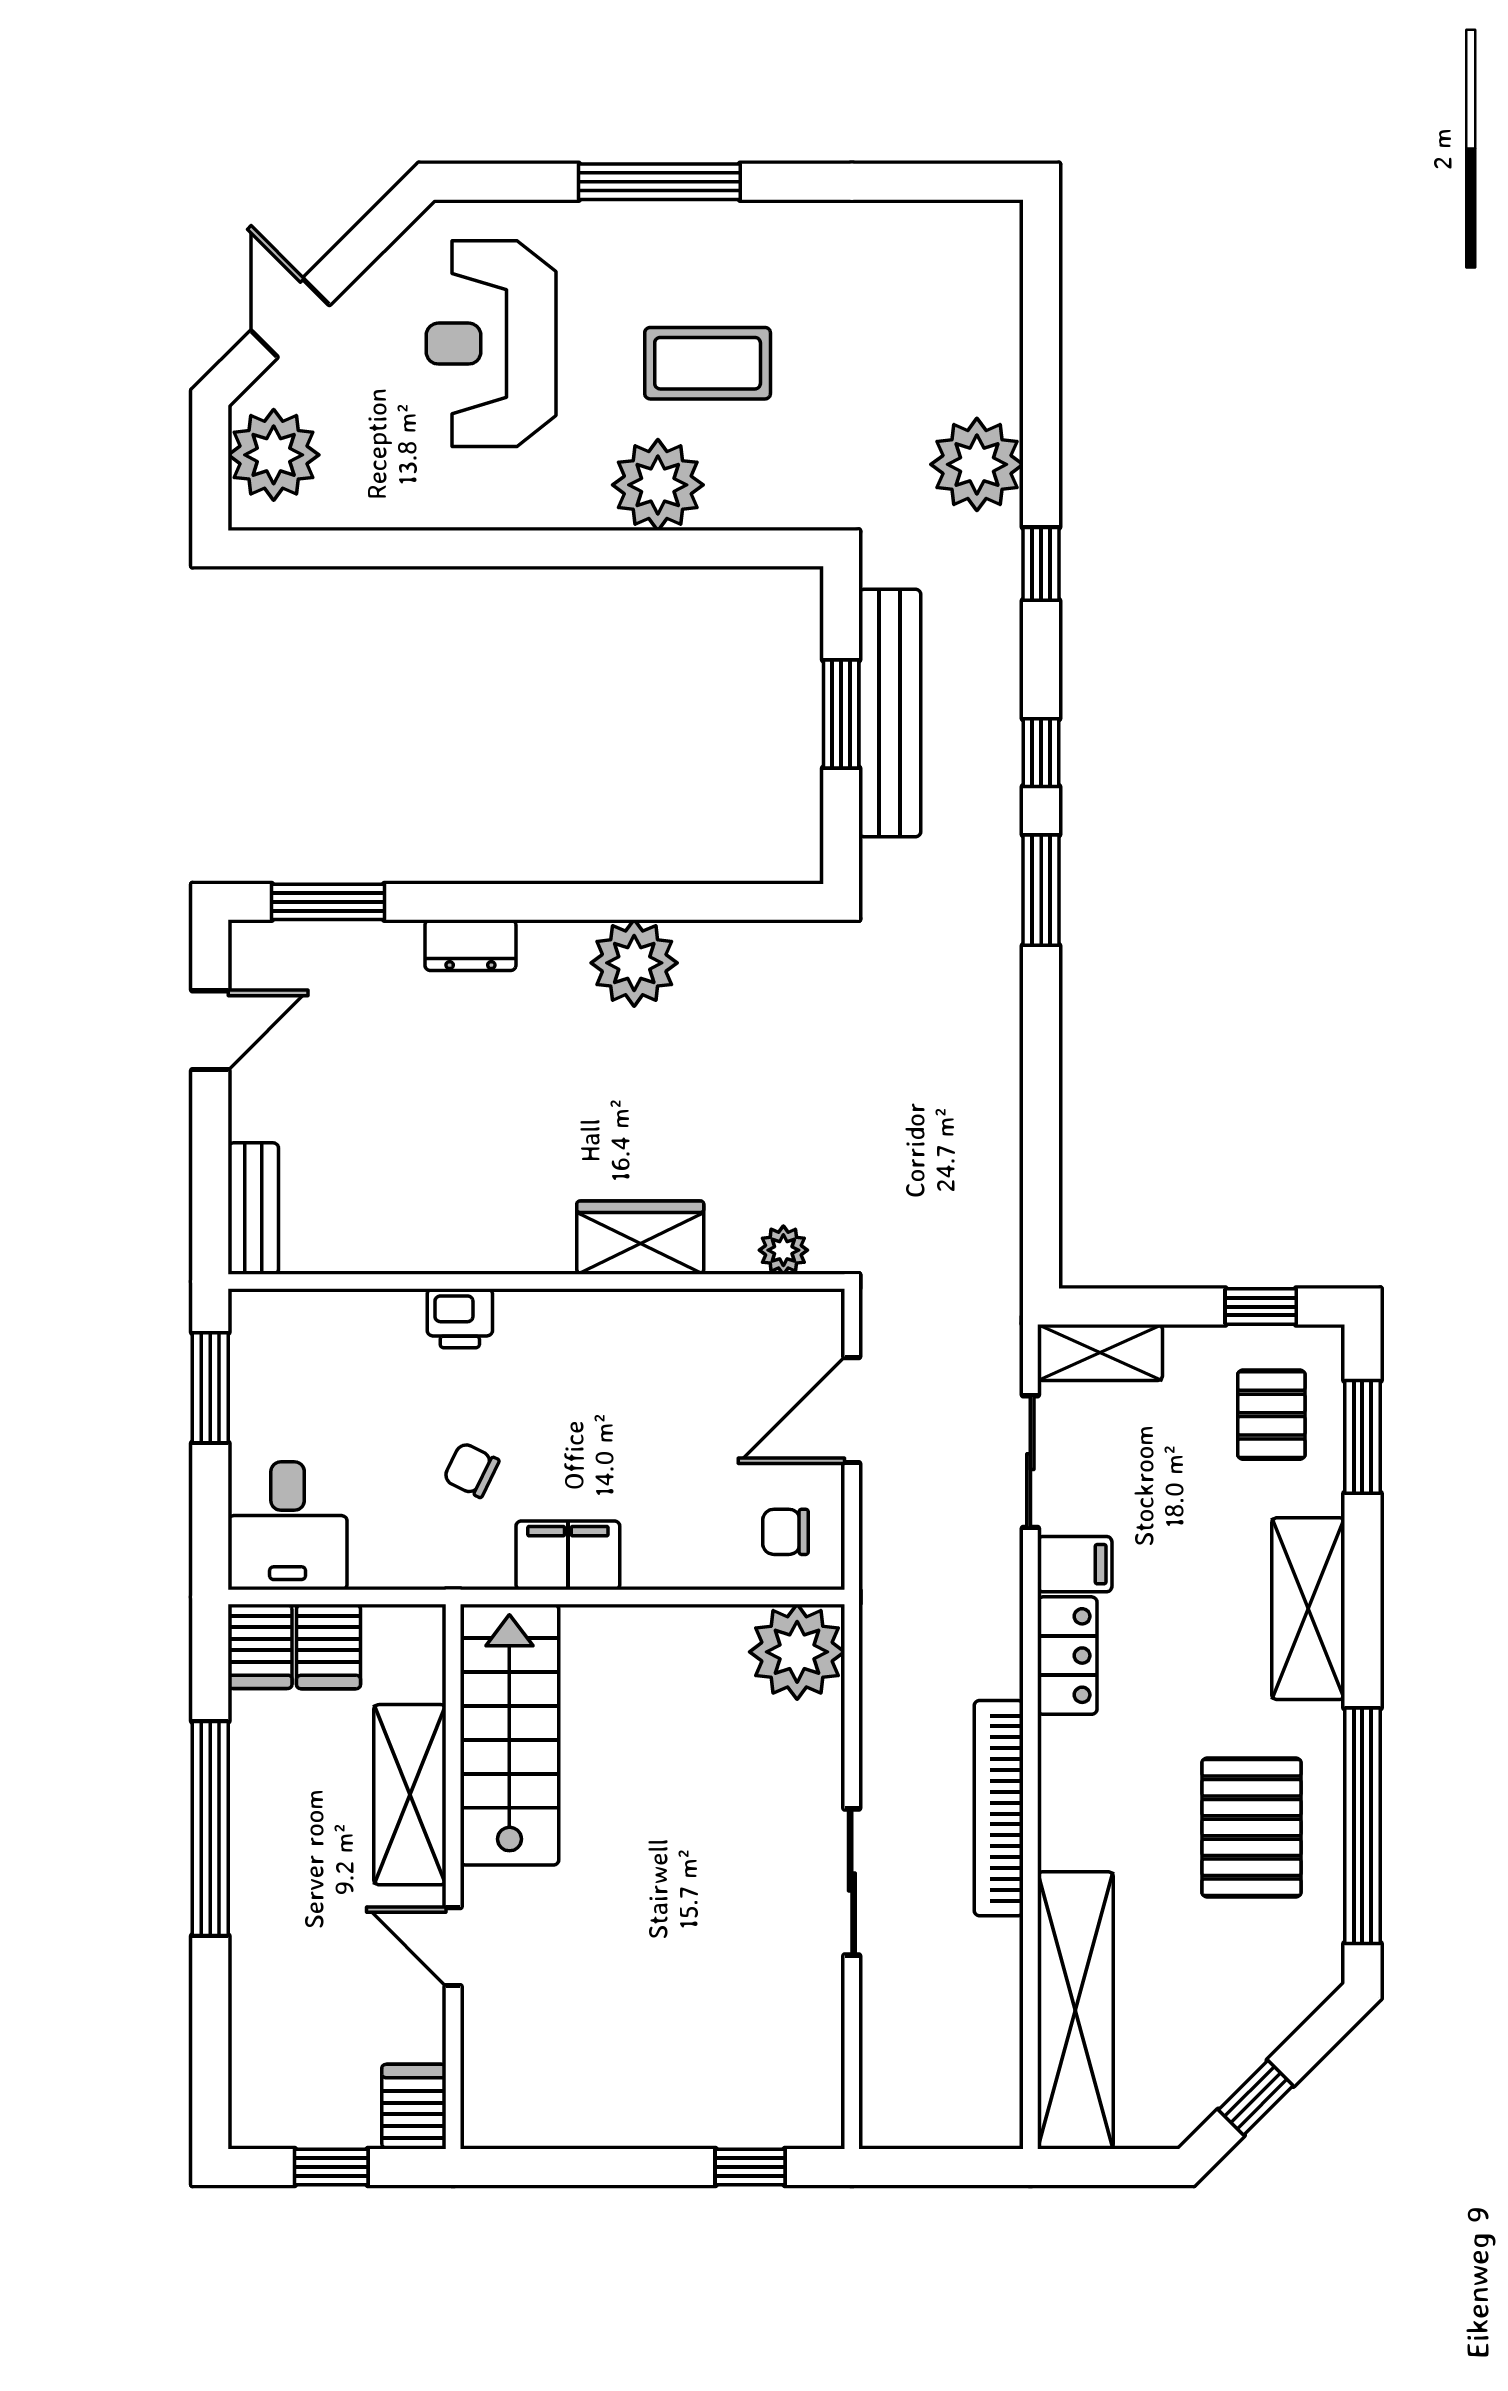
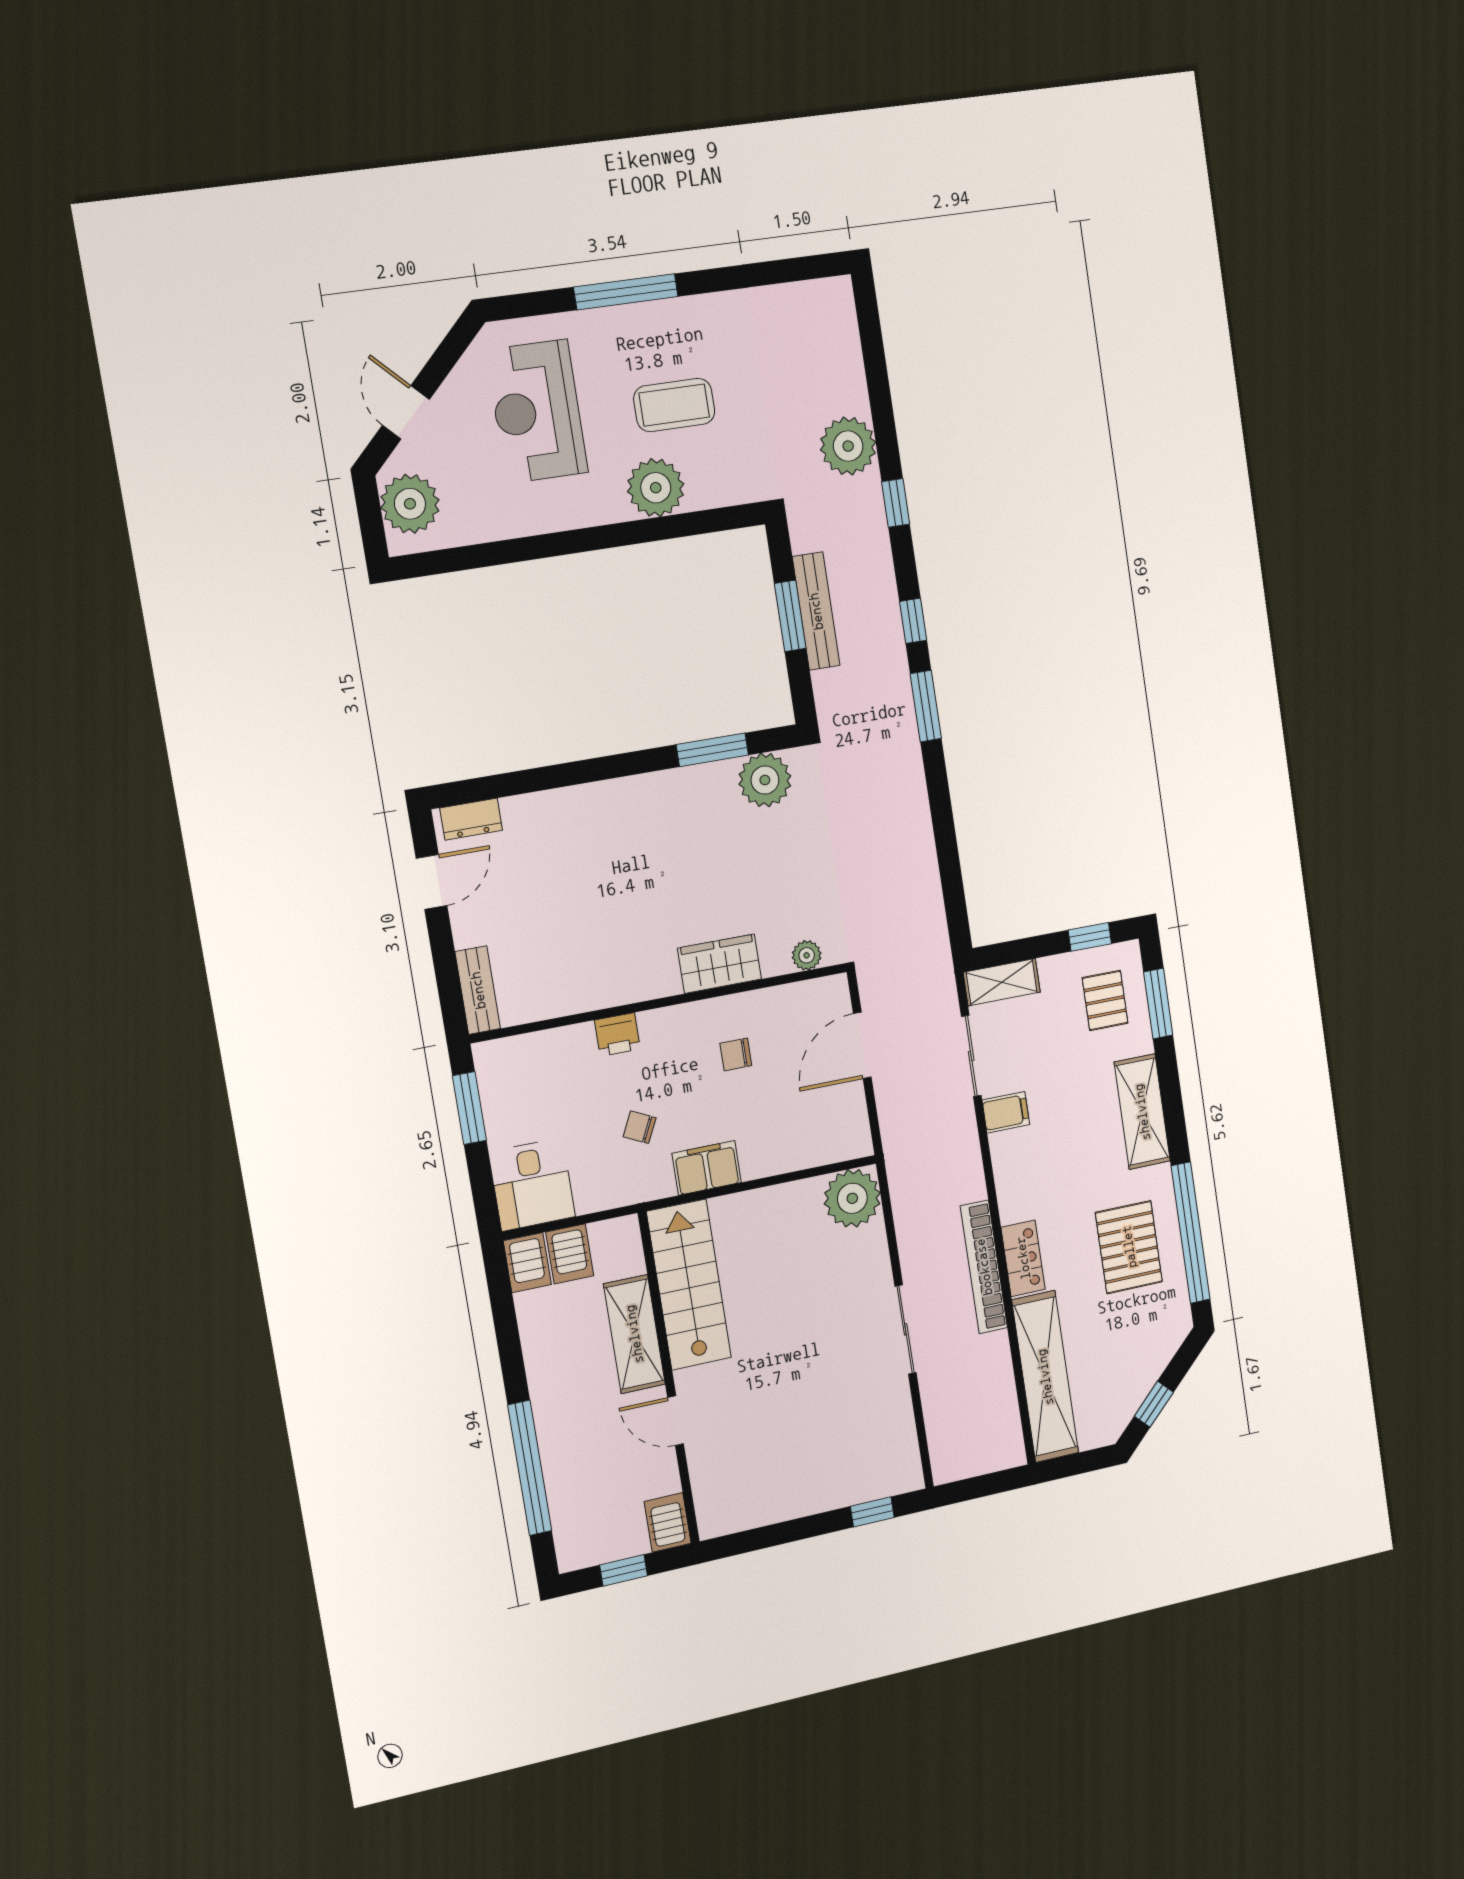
bench: (890, 713) -> (816, 611), width x0.73, depth x0.82
window: (328, 902) -> (712, 750), moved
dresser: (470, 945) -> (471, 819), moved
plant: (634, 963) -> (765, 780), moved
chair: (786, 1532) -> (736, 1054), moved
locker: (1067, 1656) -> (1023, 1258), moved
window: (210, 1829) -> (530, 1468), moved

